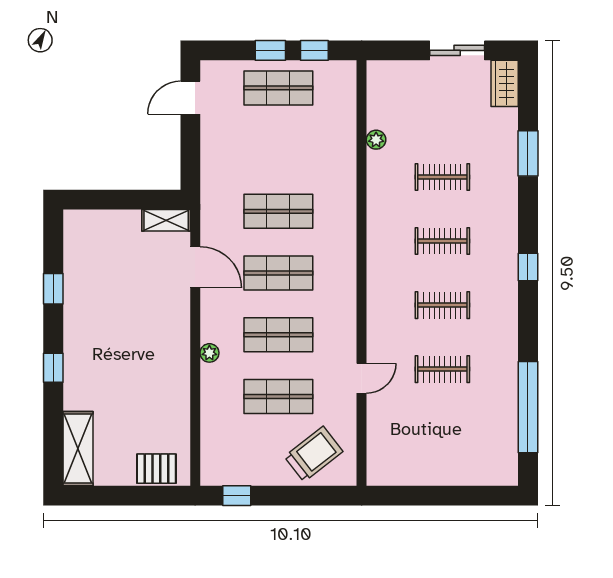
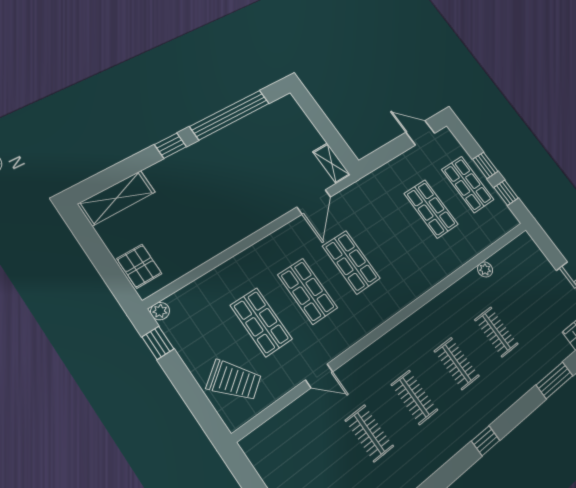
shop shelf: (278, 211) -> (431, 209), moved
window: (53, 289) -> (230, 115), width x3.17
plant: (209, 353) -> (160, 311), moved

